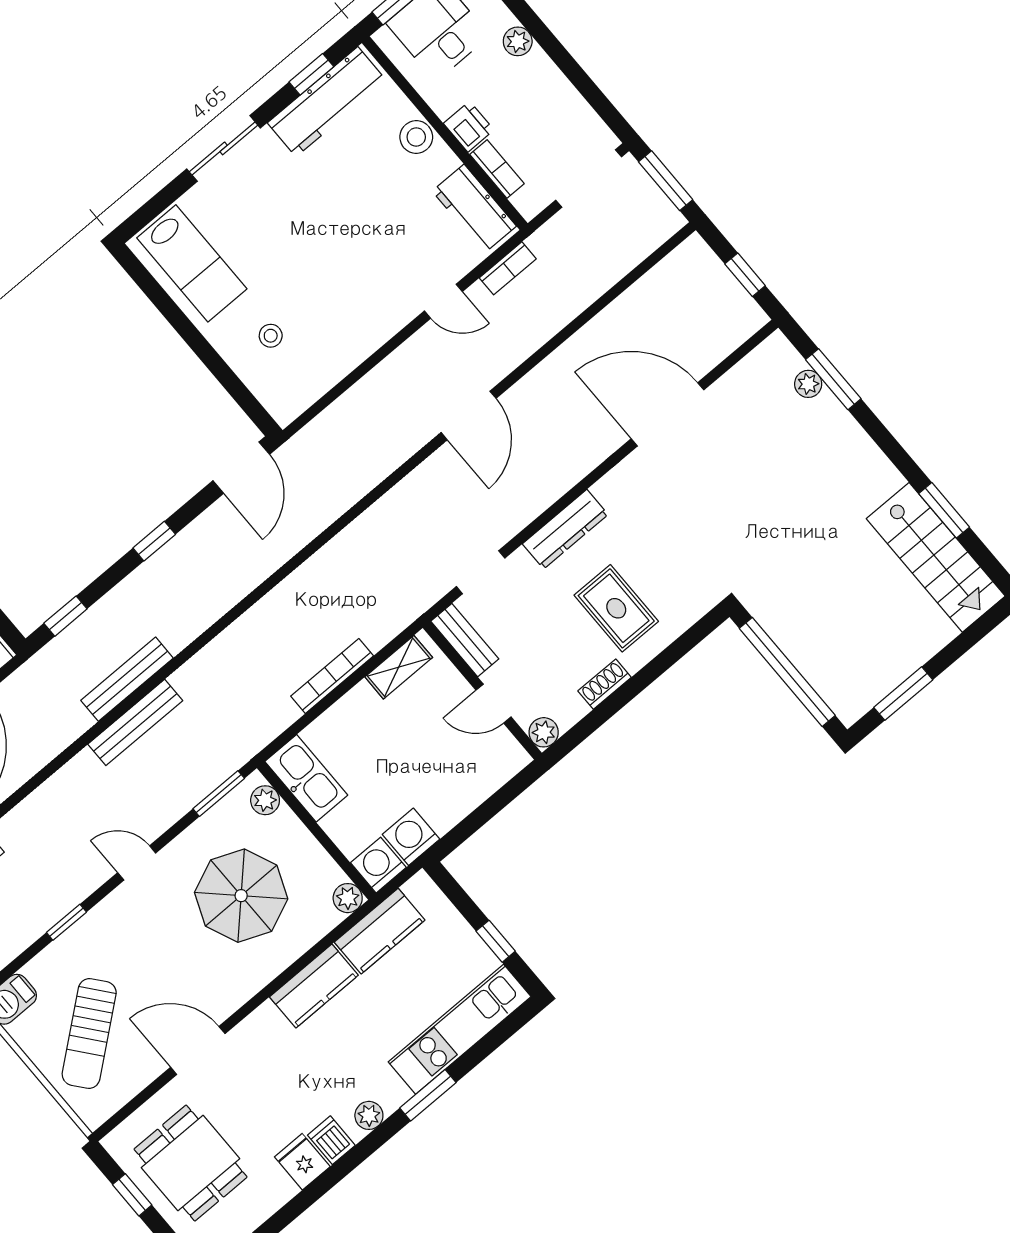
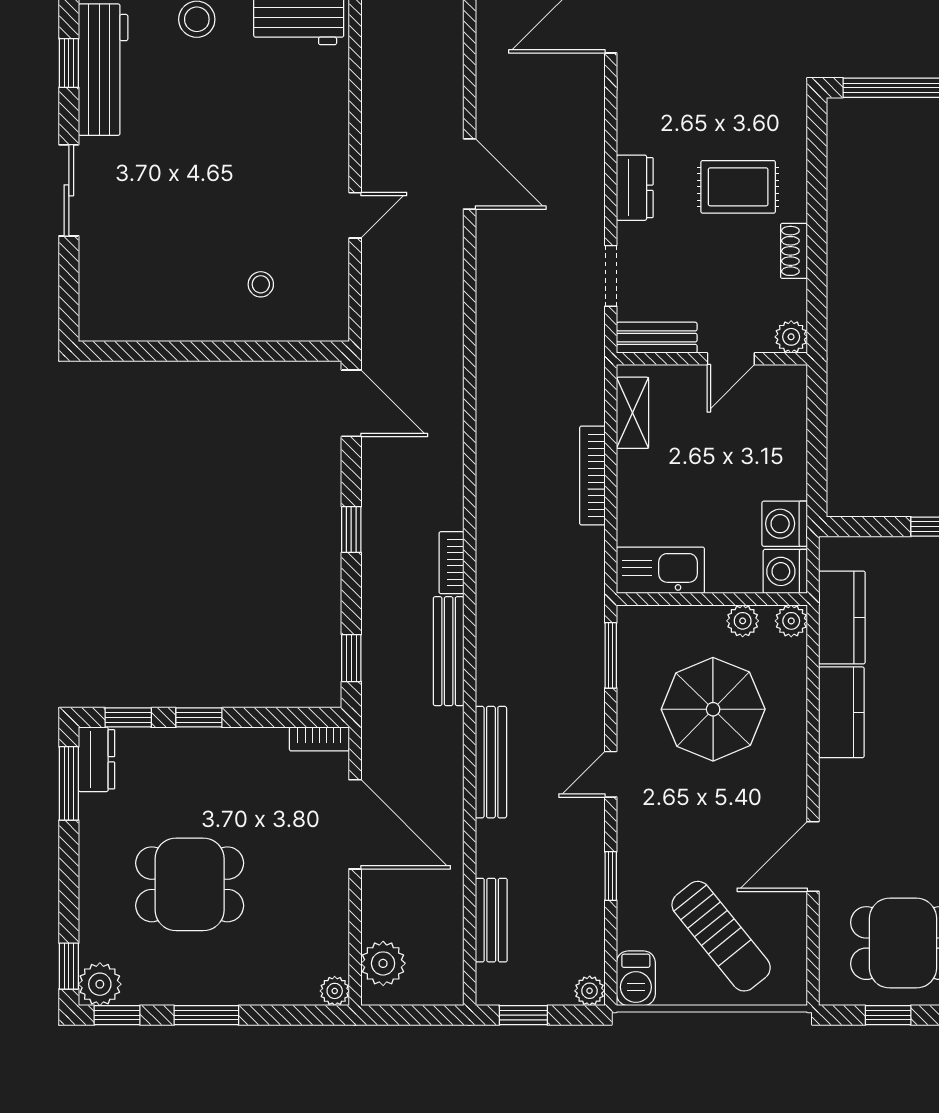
lab bench: (192, 263) -> (143, 299), removed
bookcase: (508, 268) -> (451, 563), moved, turned 180
door: (443, 301) -> (355, 215), moved
dresser: (565, 529) -> (635, 188), width x0.70
bench: (135, 722) -> (491, 762), moved
plant: (265, 800) -> (743, 621), moved

